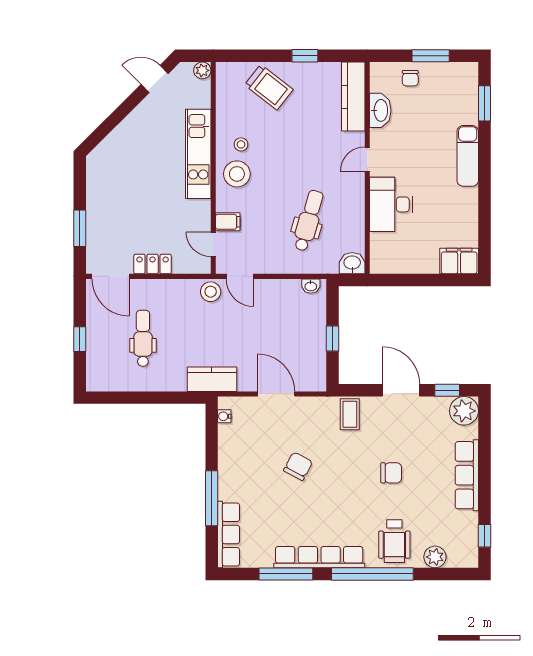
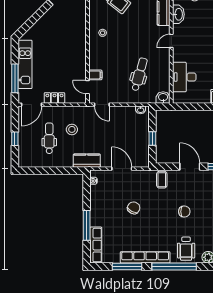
kitchen unit: (198, 154) -> (25, 64), moved, turned 180
stool: (237, 174) -> (100, 49), removed
desk: (391, 204) -> (184, 77), moved
window: (80, 228) -> (15, 78), width x1.44
door: (110, 276) -> (32, 105), hinge flipped
stool: (211, 292) -> (72, 129), moved

